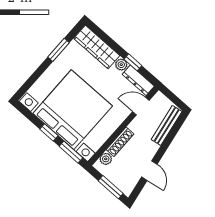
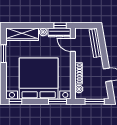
window: (133, 62) -> (60, 25), moved
door: (141, 106) -> (73, 45), hinge flipped
window: (49, 132) -> (15, 102), moved

